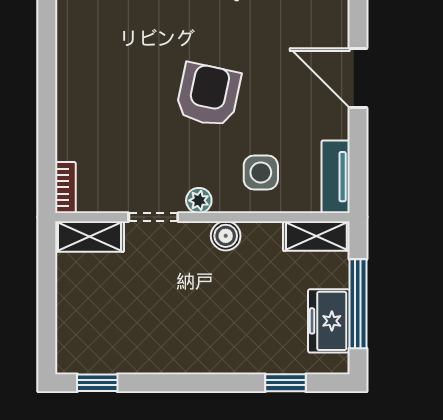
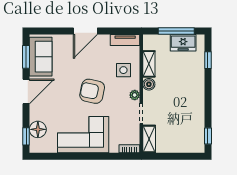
corner sofa: (100, 72) -> (83, 135), added
shelving: (316, 236) -> (149, 64), moved

